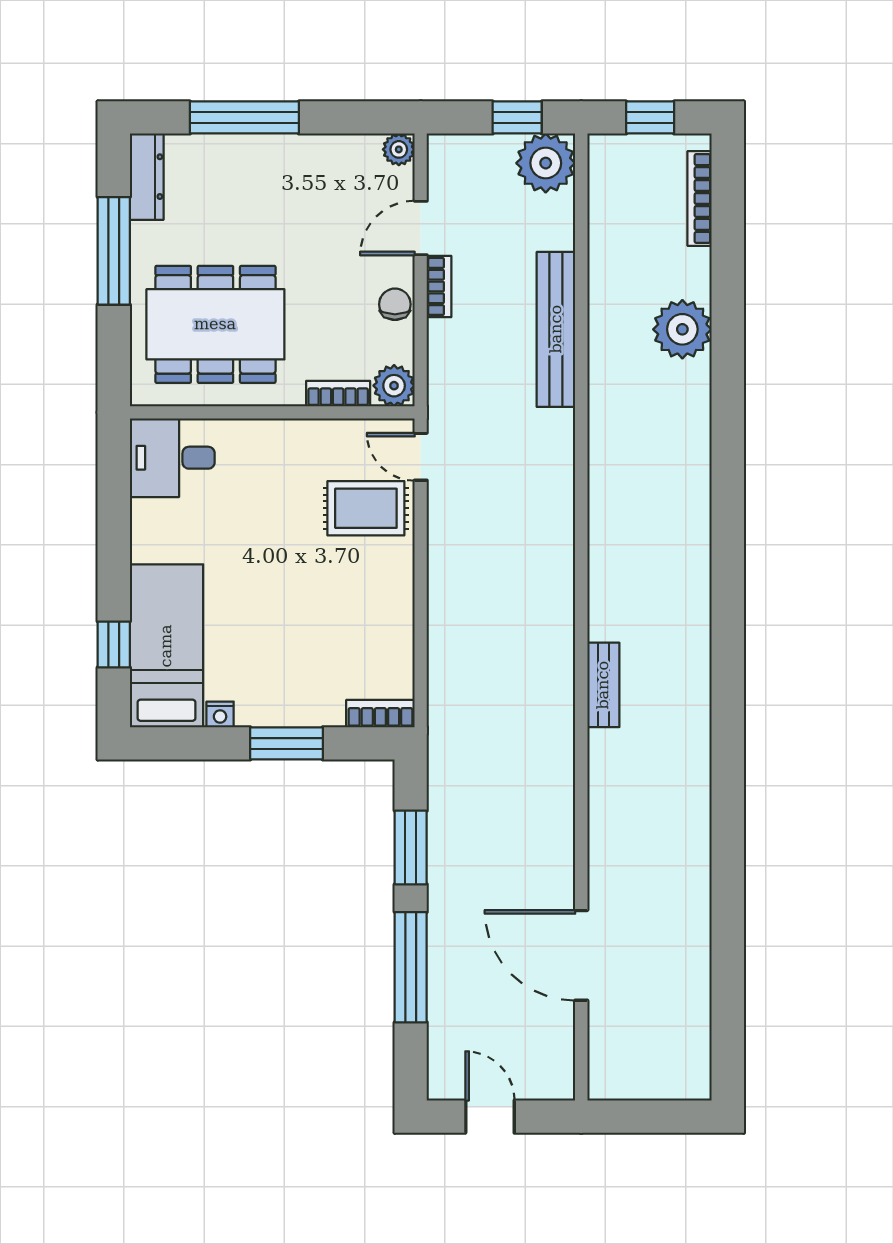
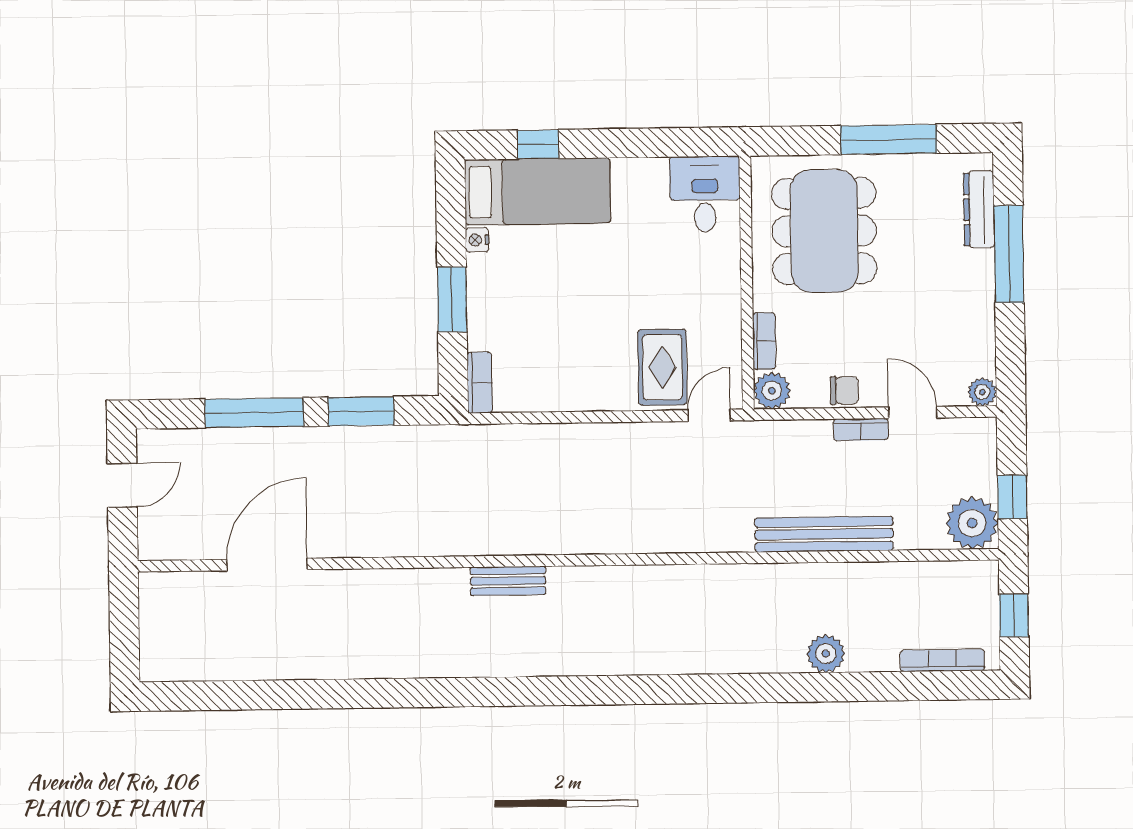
dresser: (147, 177) -> (979, 209), moved, turned 90
plant: (682, 329) -> (826, 654), width x0.73, depth x0.73

